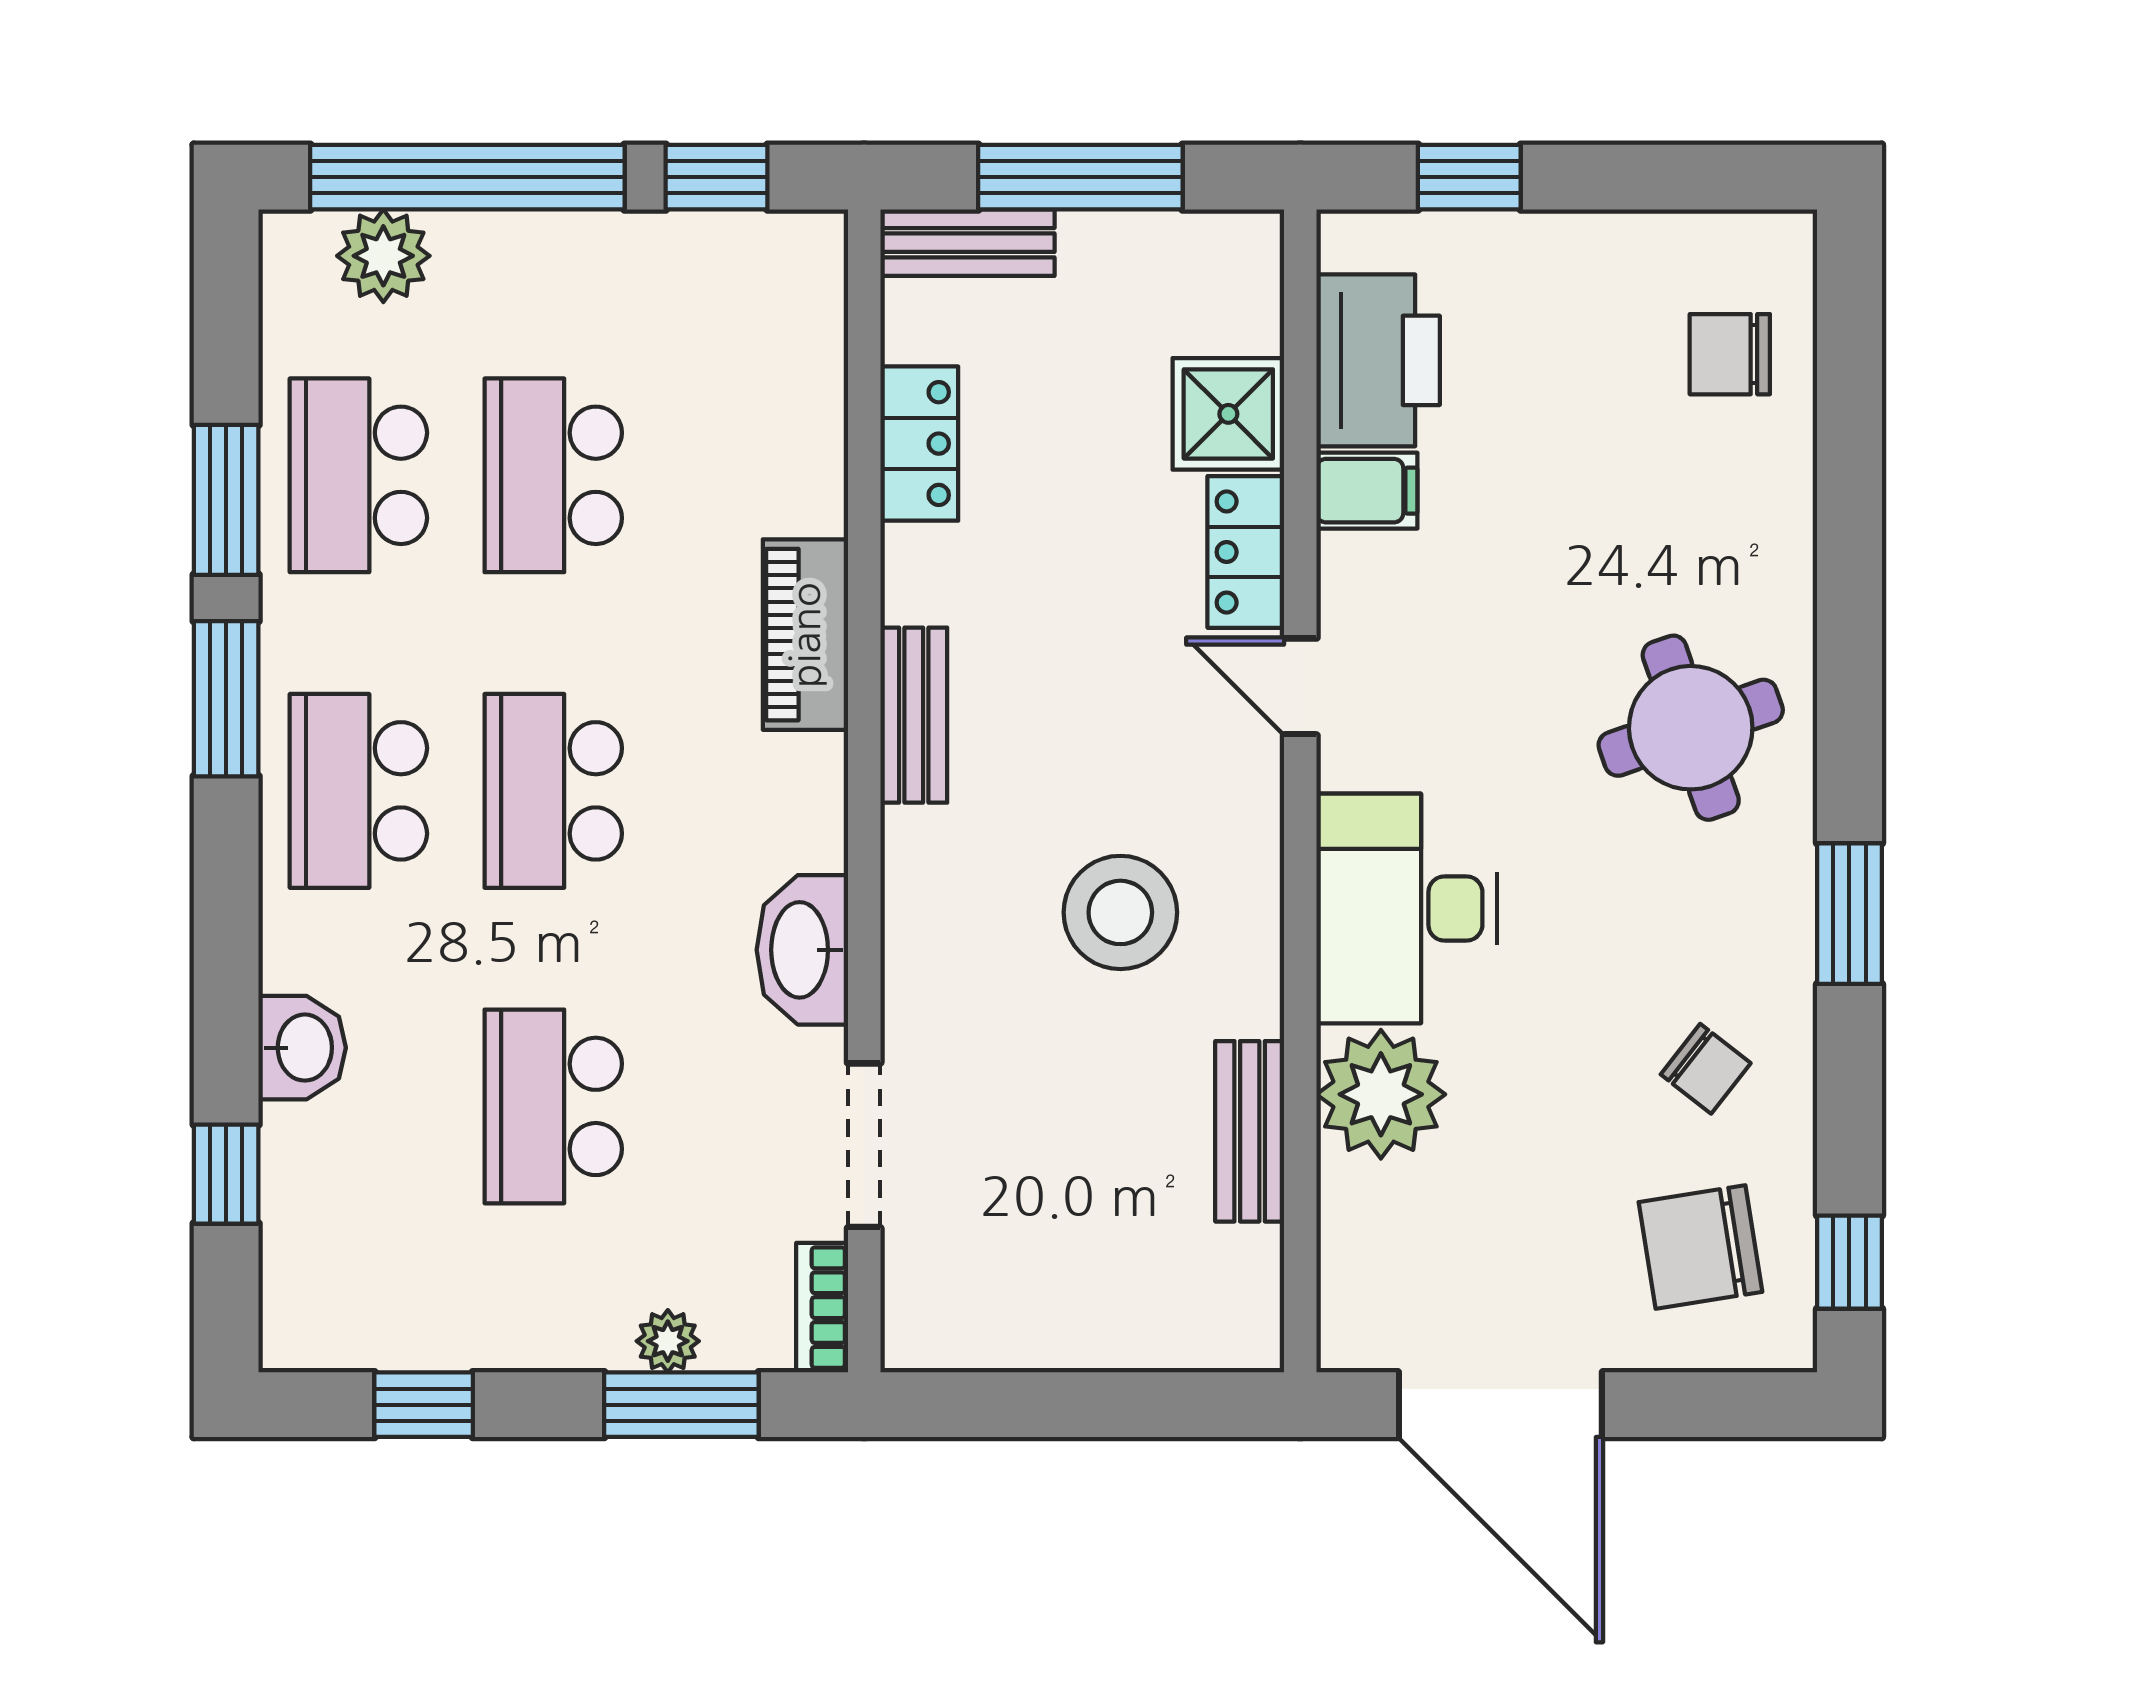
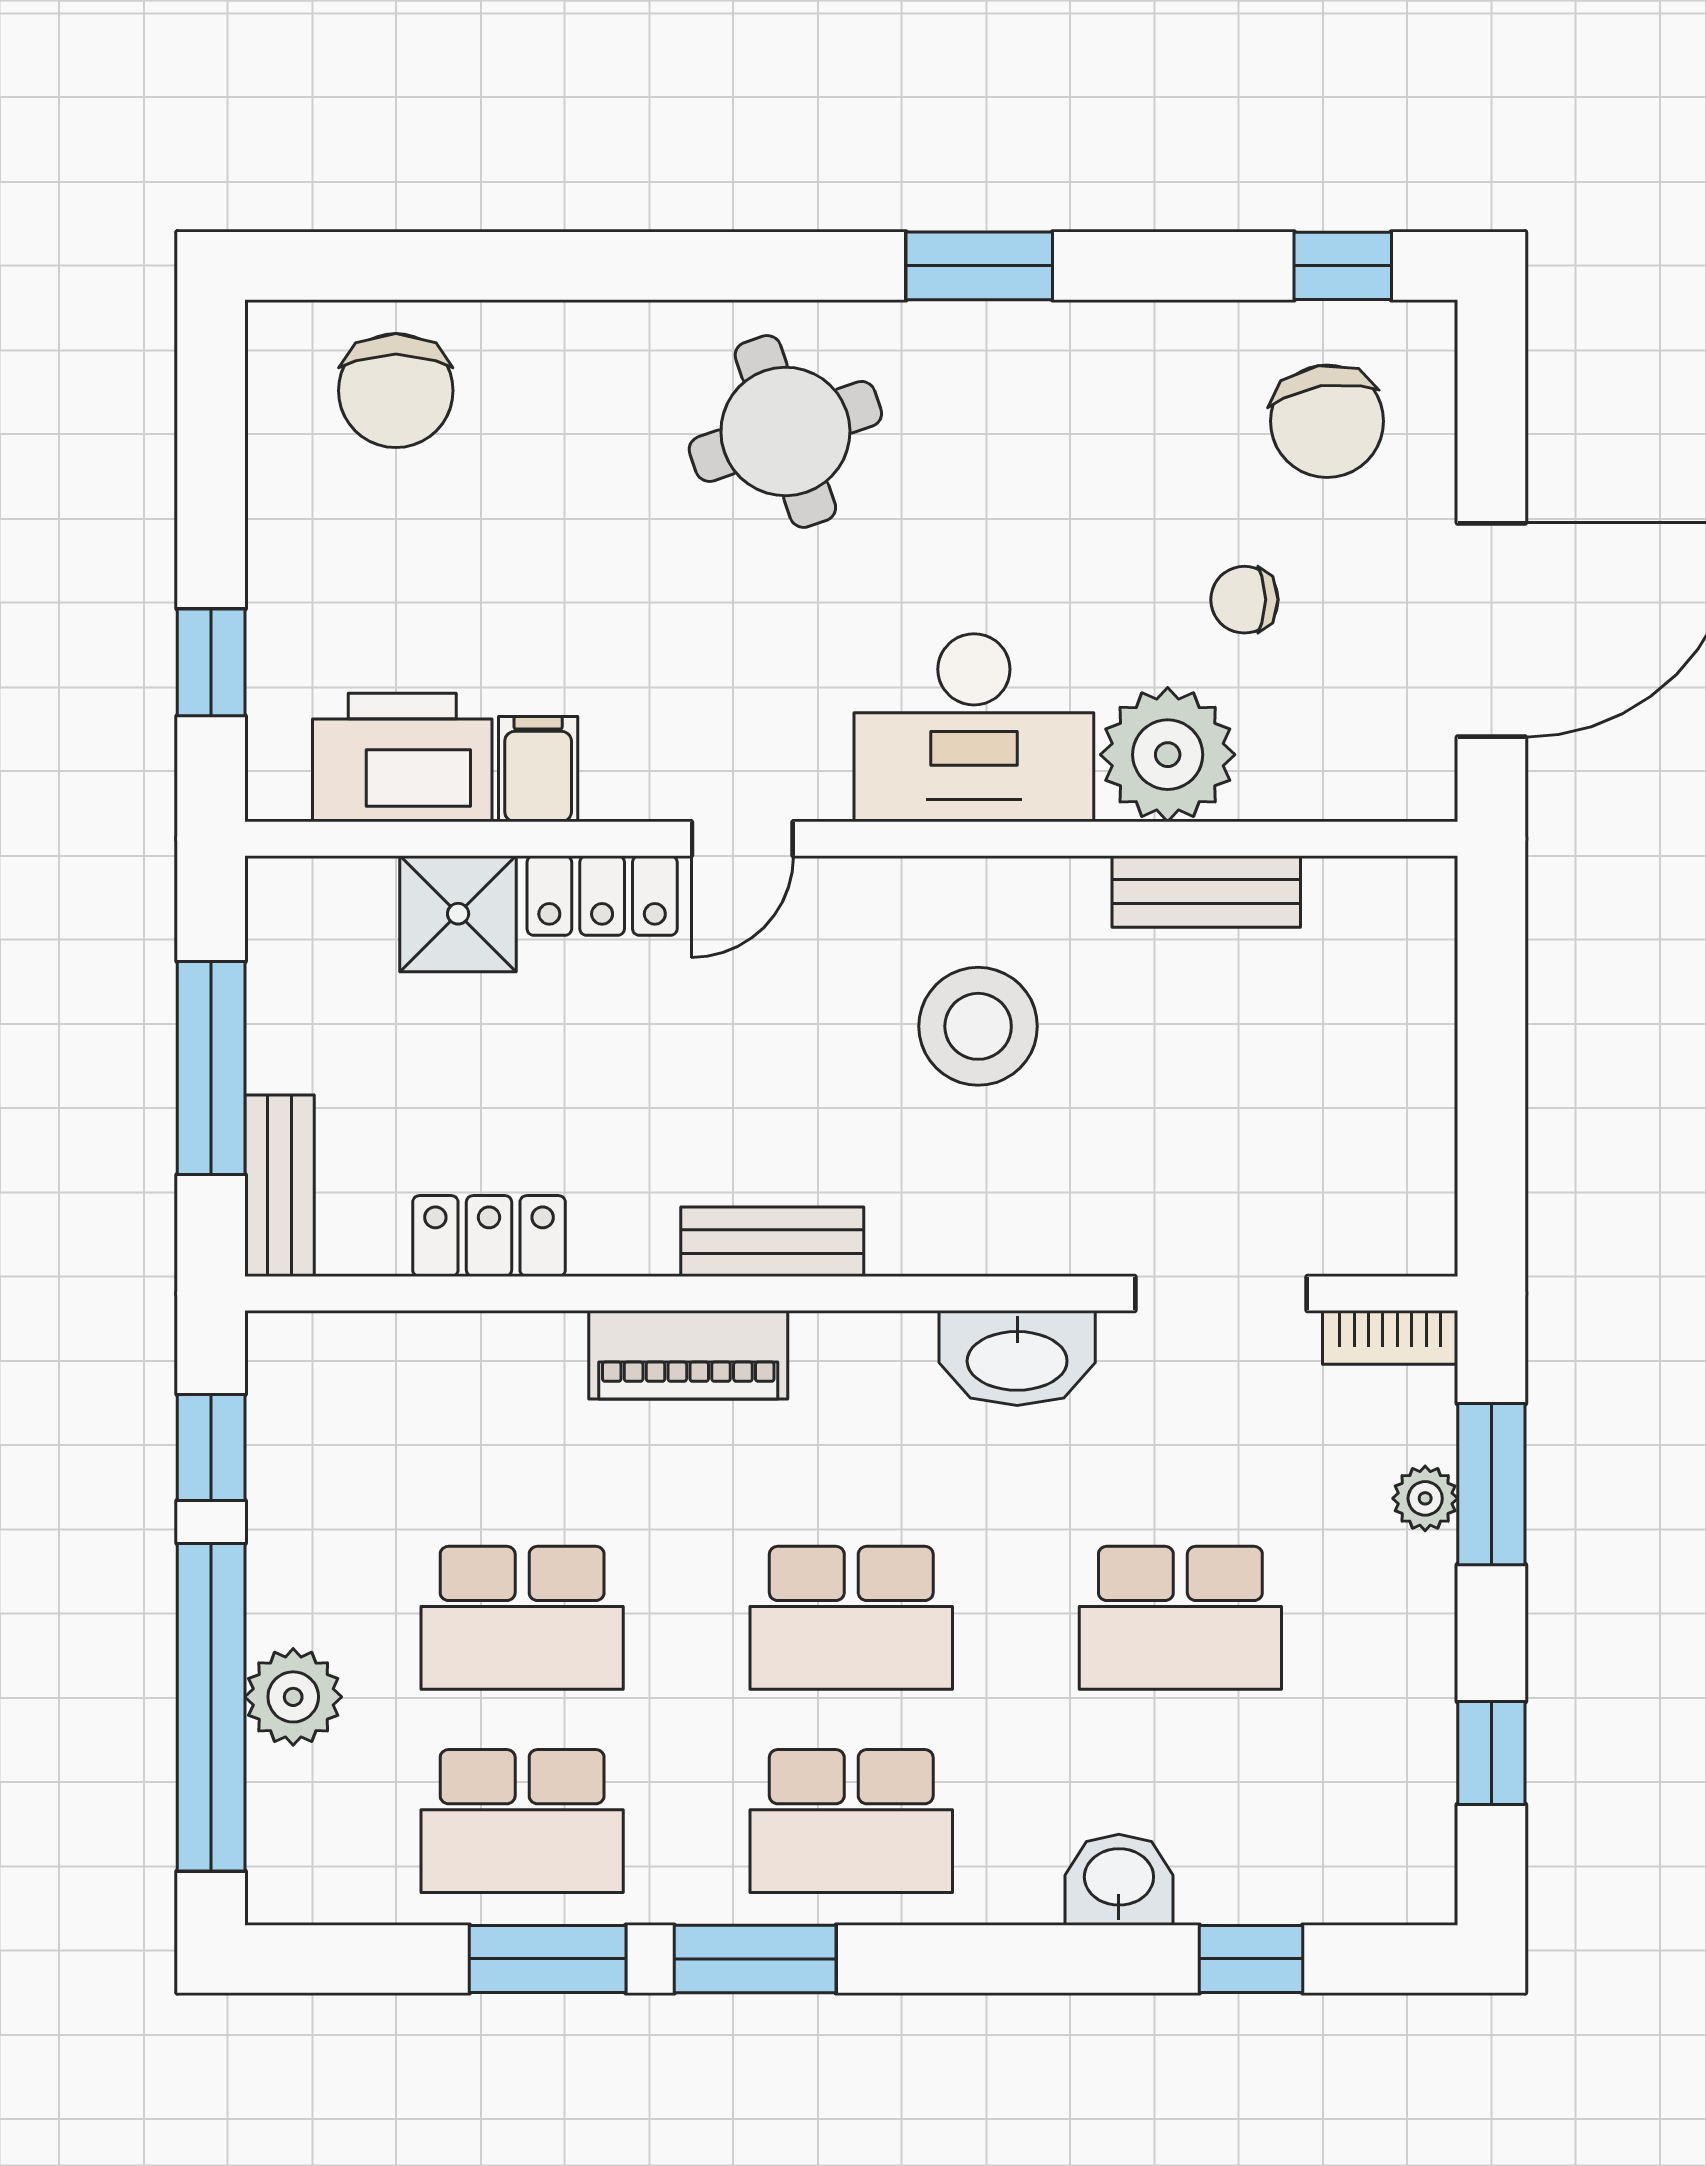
plant: (383, 256) -> (293, 1697), moved
chair: (1730, 354) -> (396, 391), width x1.37, depth x1.37
chair: (1706, 1069) -> (1244, 600), moved, turned -128

